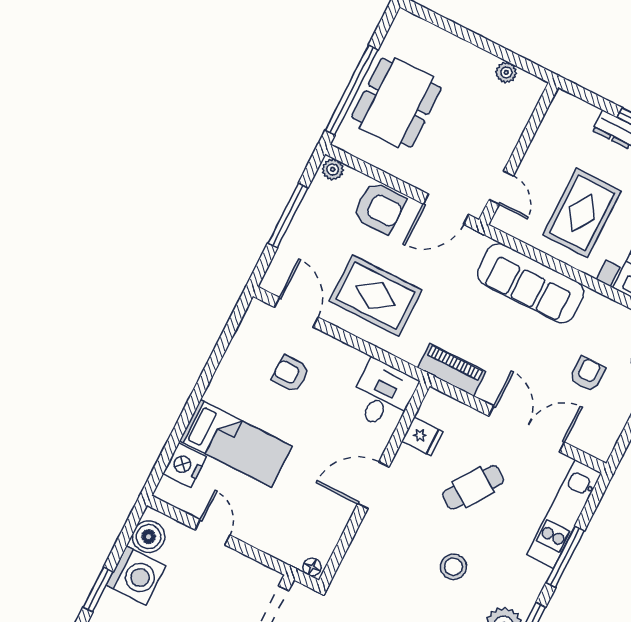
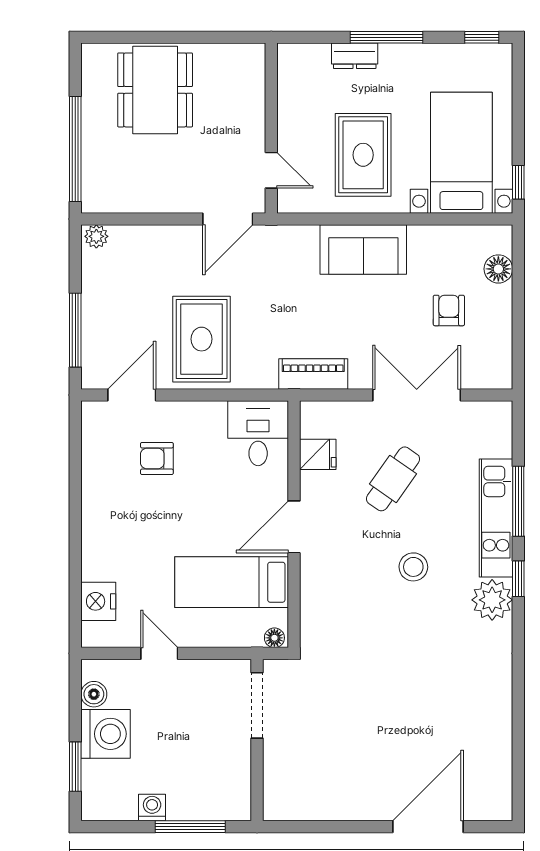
plant: (506, 72) -> (219, 54), removed
dining table: (397, 103) -> (155, 90), moved
armchair: (379, 208) -> (161, 251), removed
window: (288, 215) -> (75, 330), moved
sofa: (531, 283) -> (363, 250), width x0.73
rug: (376, 296) -> (202, 339), turned 90
door: (296, 312) -> (132, 395), hinge flipped
bed: (236, 443) -> (232, 582), moved, turned 180
kitchen unit: (564, 514) -> (496, 518), moved
boiler: (149, 537) -> (94, 694), width x0.73, depth x0.73

